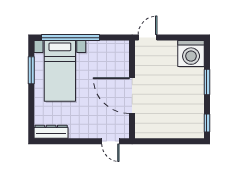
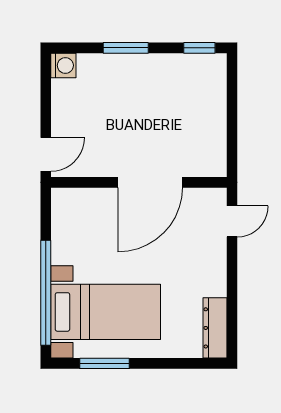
door: (148, 38) -> (46, 154), swing flipped
washing machine: (191, 53) -> (63, 65), width x0.53, depth x0.53

